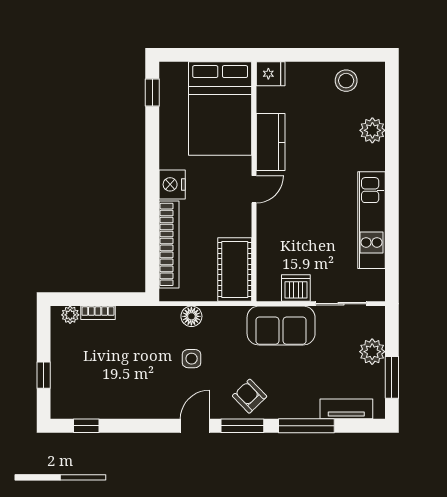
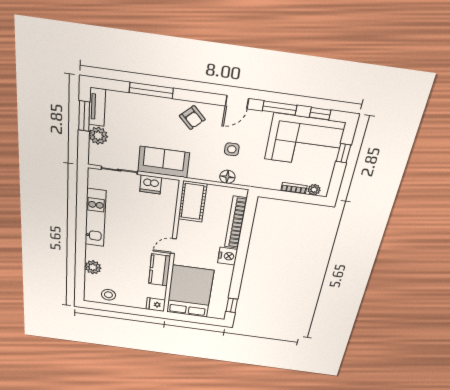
corner sofa: (98, 385) -> (305, 141), added
tv unit: (346, 409) -> (97, 107), moved, turned -90
window: (242, 426) -> (280, 108), moved

